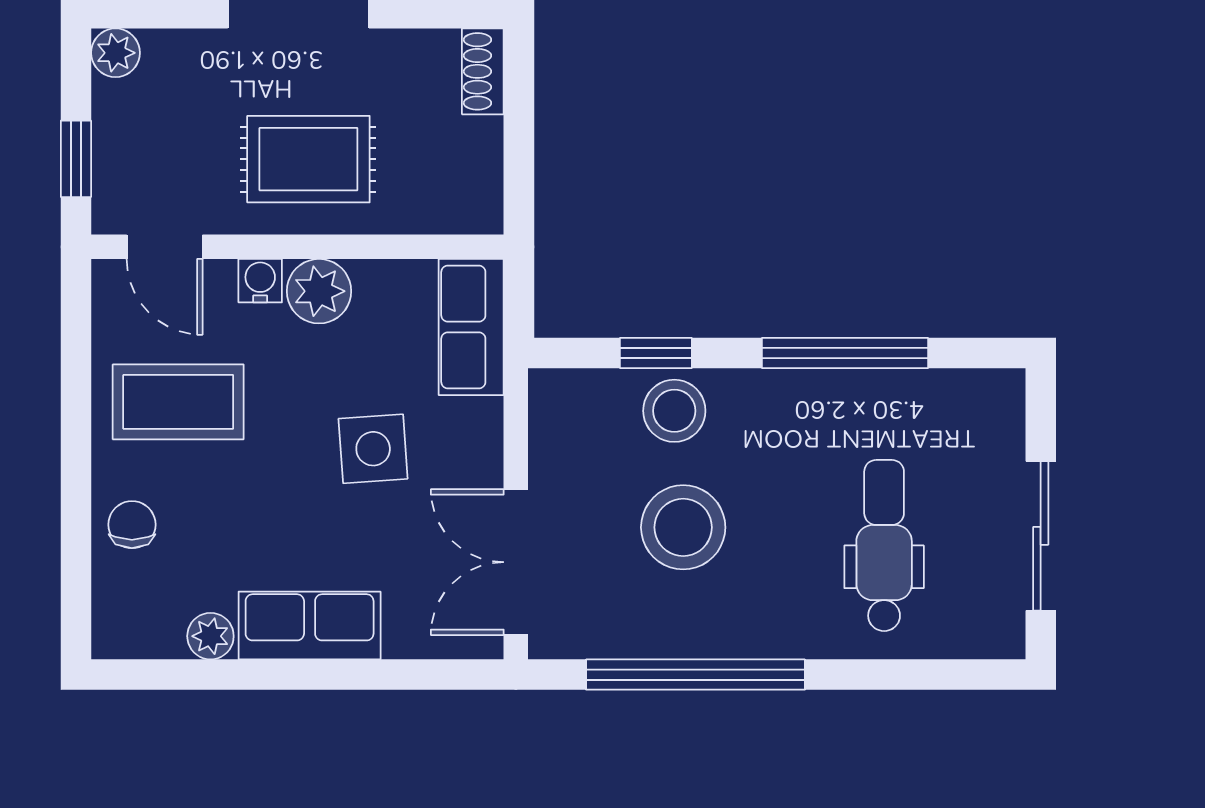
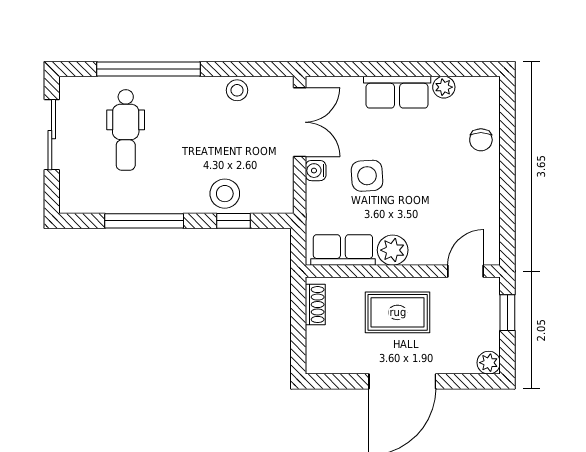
shoe rack: (483, 71) -> (315, 305), moved
door: (165, 247) -> (466, 271), hinge flipped
water cooler: (260, 281) -> (316, 171), moved, turned 90
row of seats: (471, 327) -> (343, 250), moved, turned -90
coffee table: (178, 402) -> (459, 198), removed
stool: (683, 527) -> (237, 90), moved, width x0.53, depth x0.53
window: (696, 675) -> (149, 69), moved

